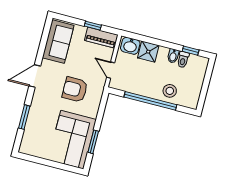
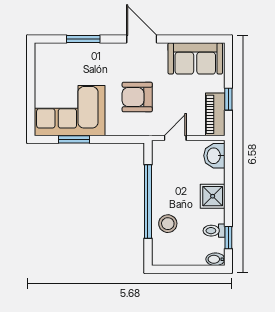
shower: (148, 52) -> (213, 196), moved
bidet: (173, 56) -> (215, 259), moved
armchair: (75, 89) -> (137, 97), turned -90

